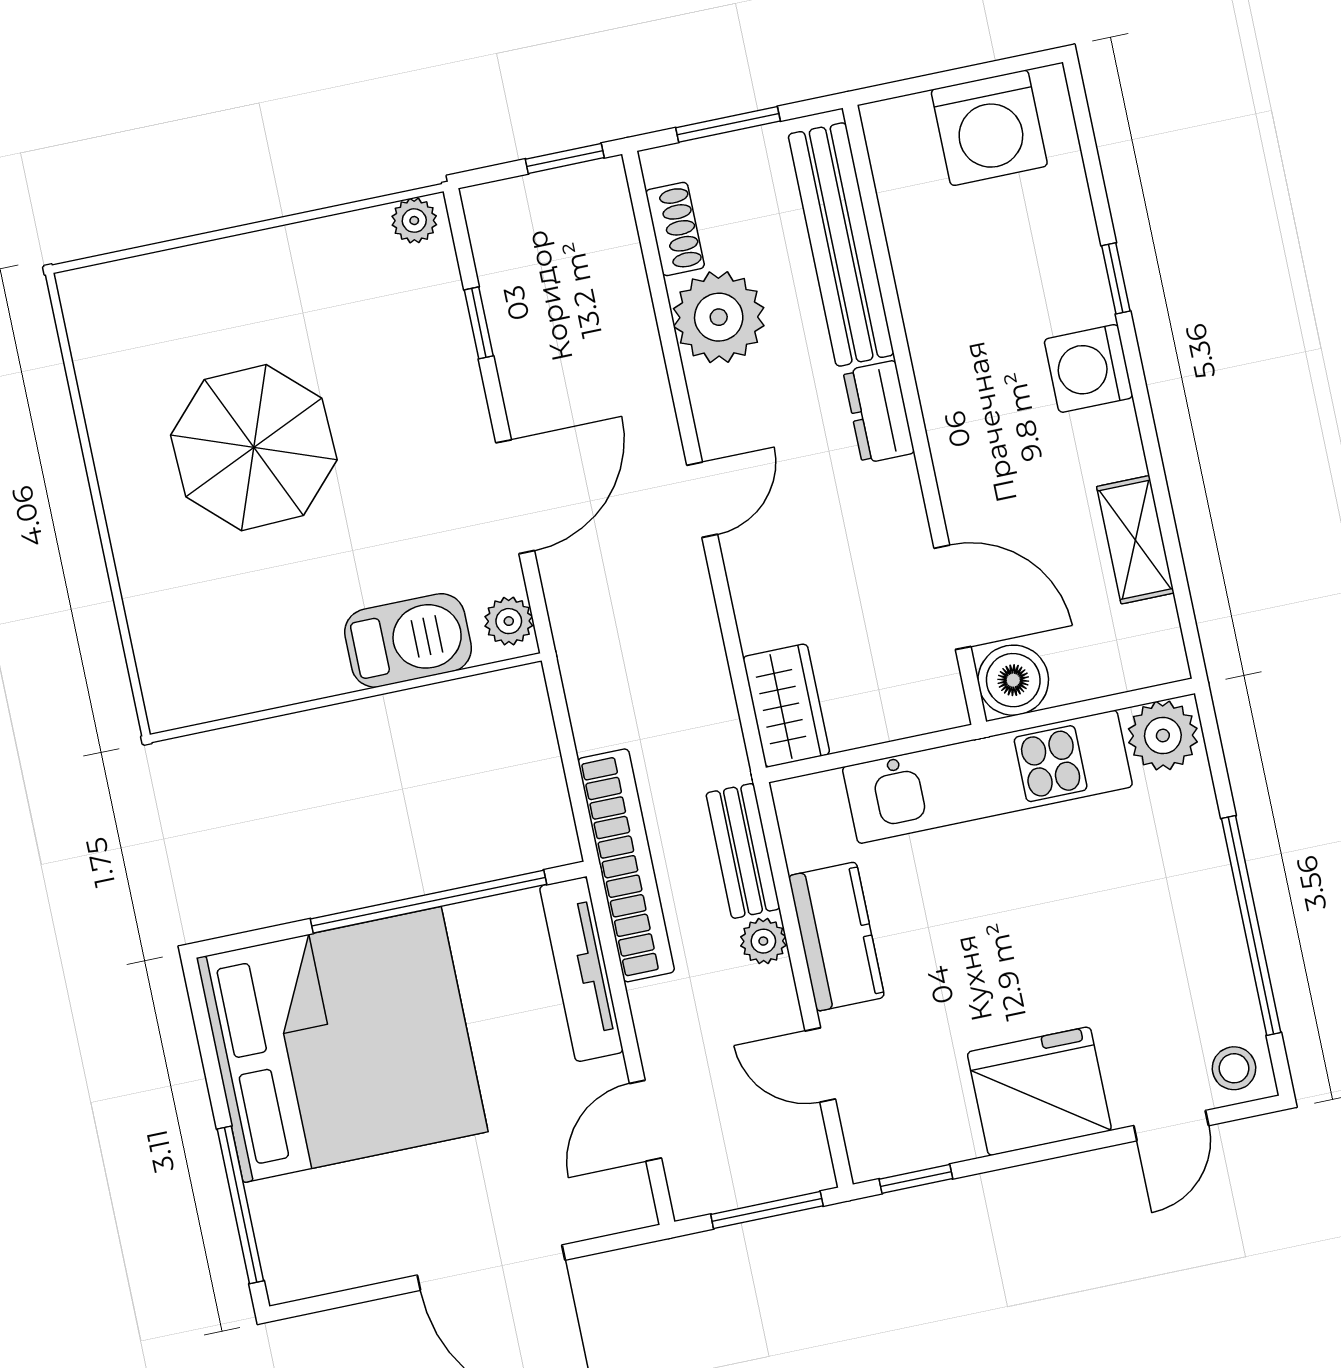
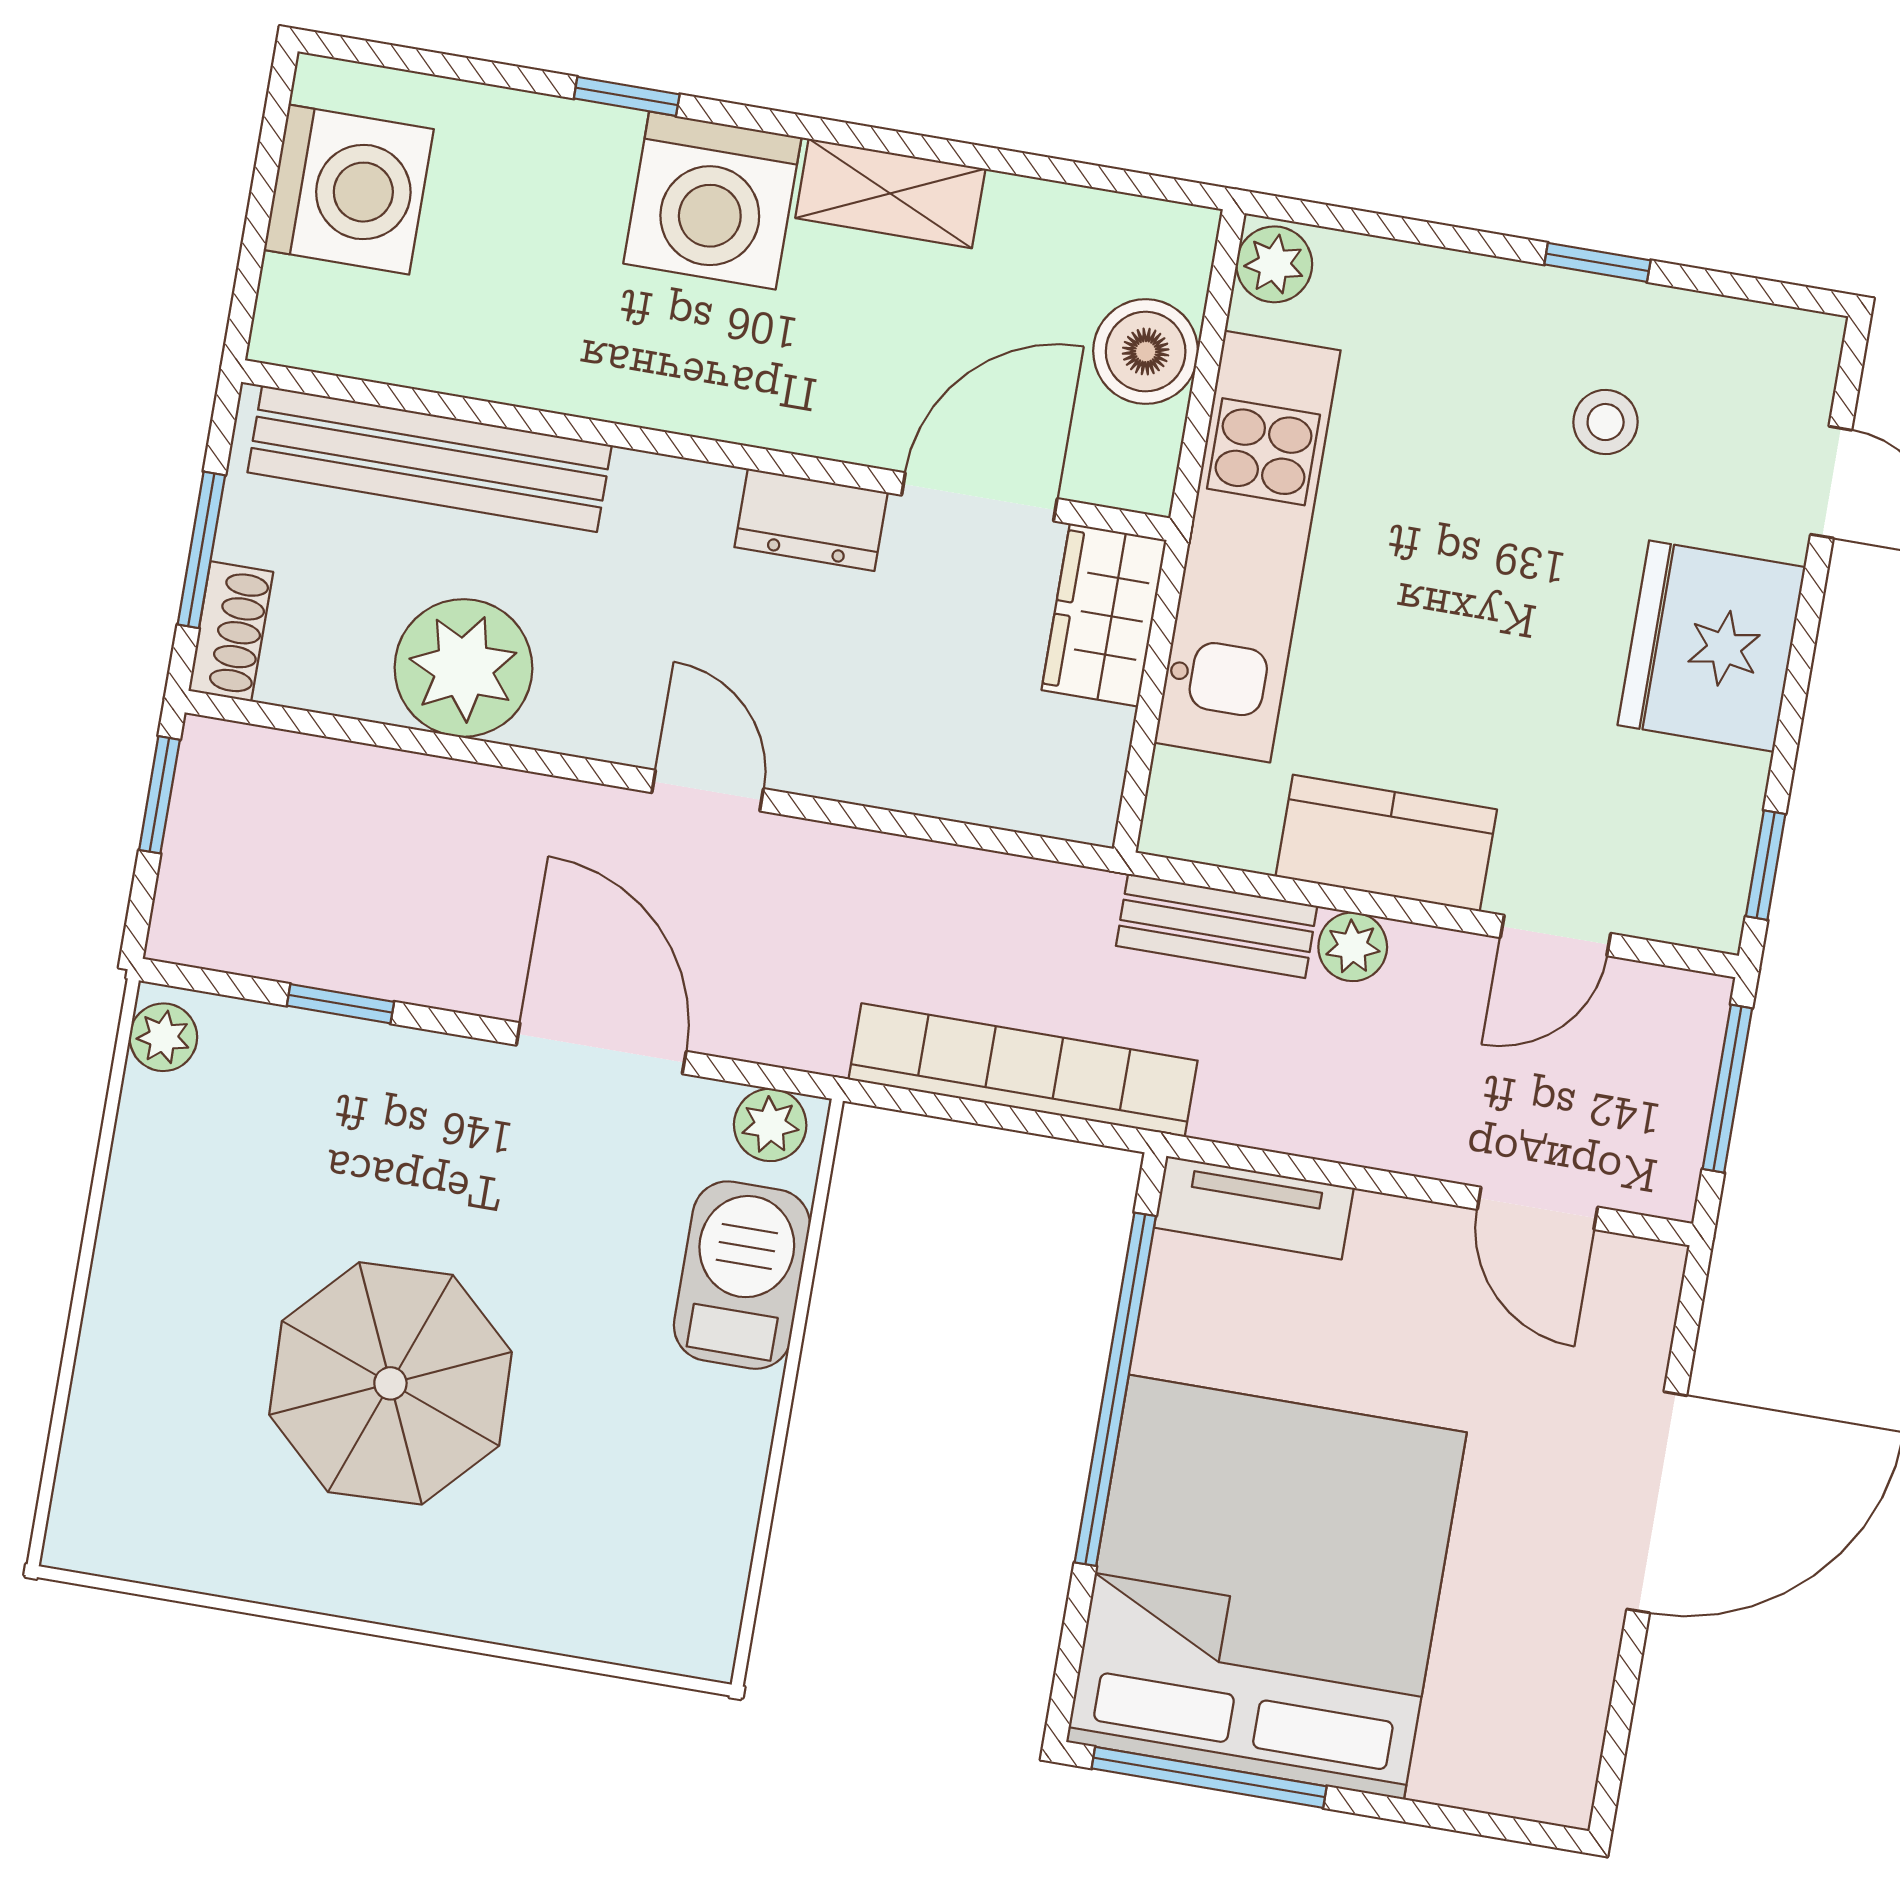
shoe rack: (675, 229) -> (231, 631), moved, turned 90
washing machine: (1089, 368) -> (712, 200), width x1.37, depth x1.37
dresser: (879, 412) -> (811, 520), moved
shelving: (1135, 540) -> (890, 193), moved
boiler: (1013, 680) -> (1146, 352), moved
wardrobe: (786, 706) -> (1104, 615), moved, turned -90
plant: (1163, 735) -> (1274, 264), width x0.73, depth x0.73
bookcase: (626, 865) -> (1023, 1070), moved
window: (1251, 926) -> (1597, 262), width x0.32
tv unit: (581, 969) -> (1254, 1208), width x0.71
stool: (1234, 1068) -> (1606, 422), moved
window: (240, 1205) -> (1209, 1777), moved

